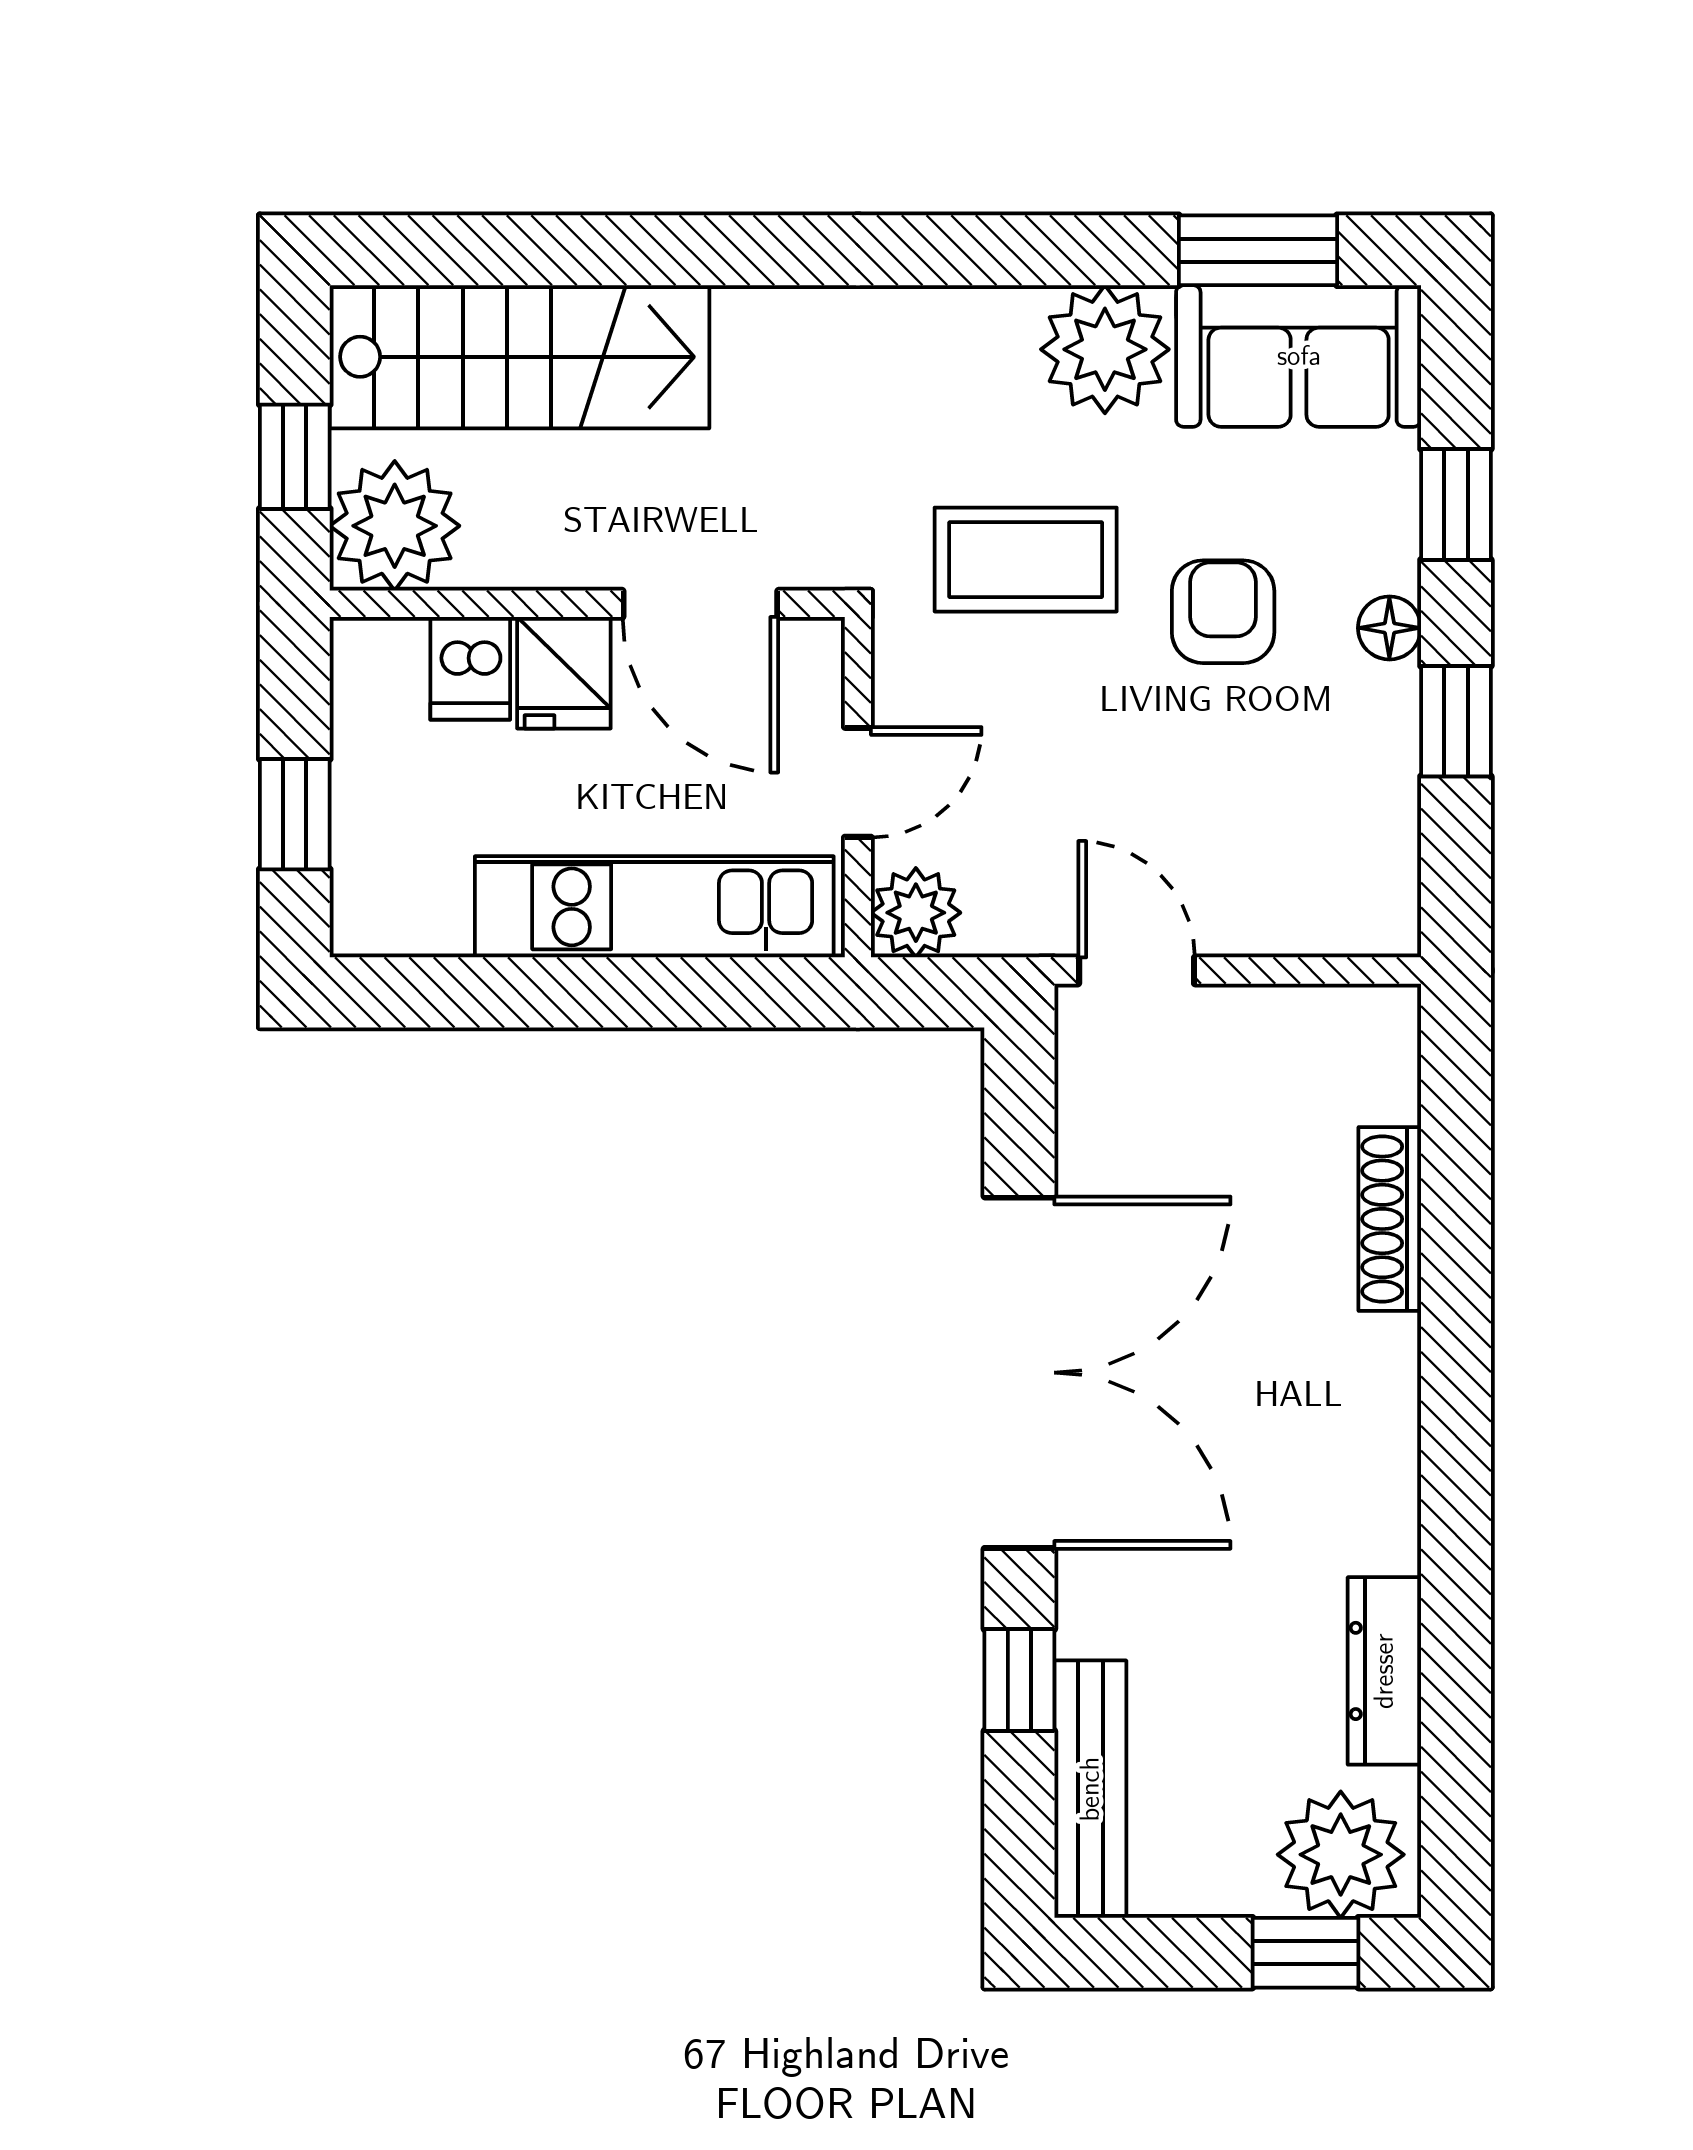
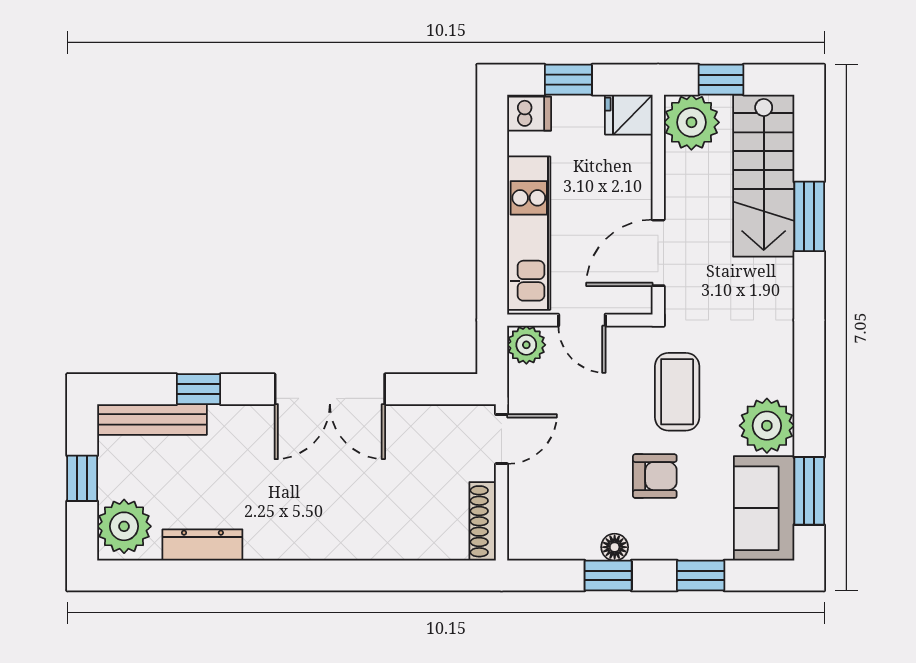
window: (615, 250) -> (809, 216), added
floor lamp: (1389, 628) -> (615, 547), moved
dishwasher: (470, 668) -> (529, 114), moved, turned 180
fridge: (564, 673) -> (629, 115), moved
shoe rack: (1390, 1219) -> (483, 521), moved, turned -90
double door: (1019, 1373) -> (330, 389), width x0.73
window: (1305, 1953) -> (82, 478), moved

